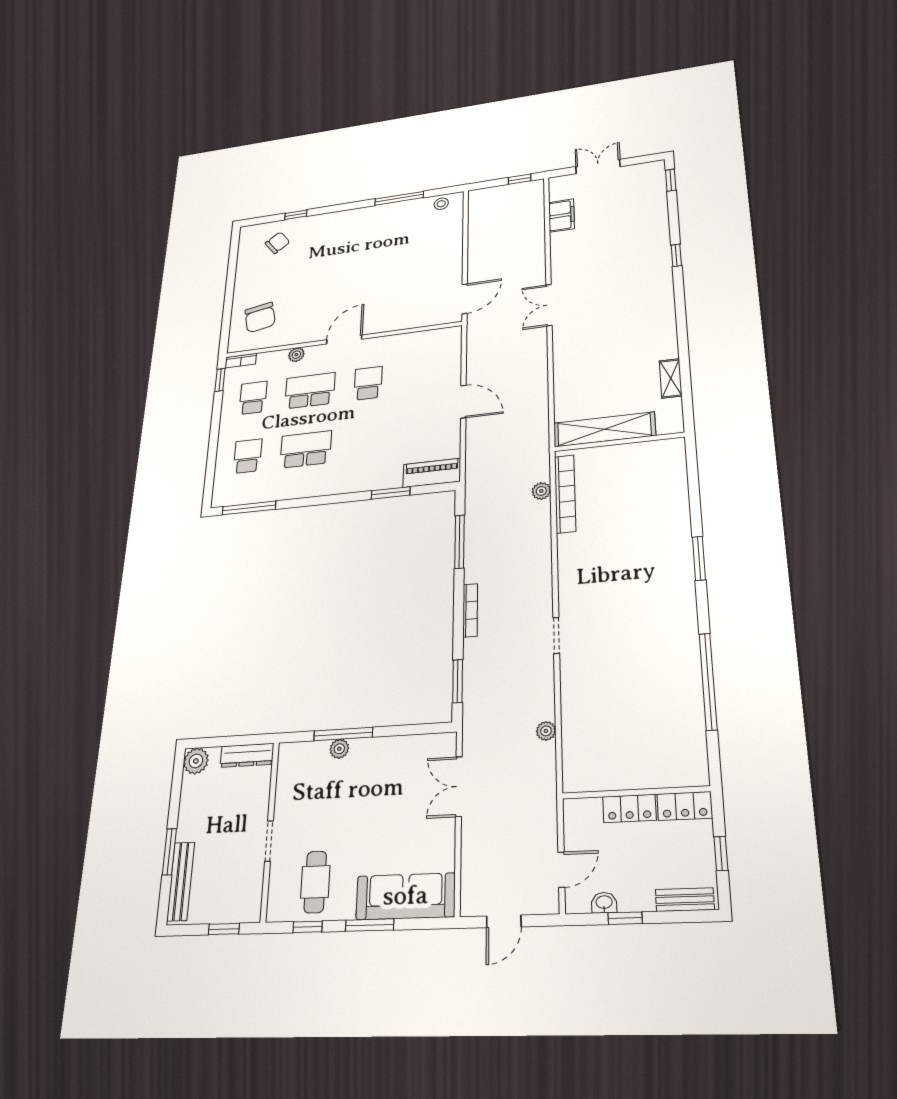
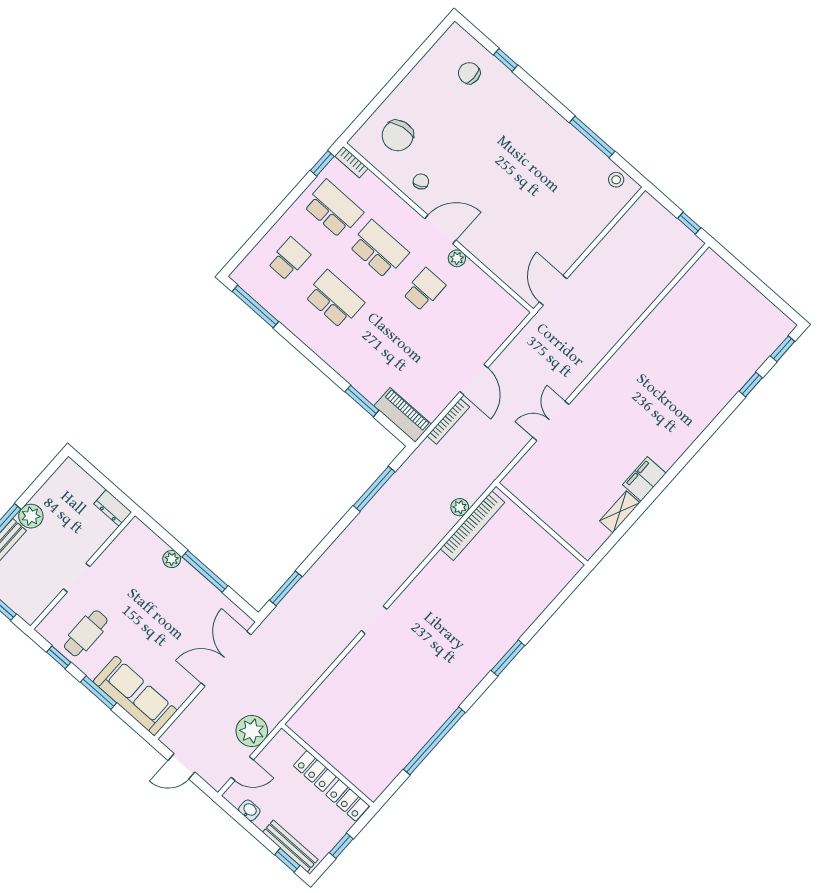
double door: (598, 167) -> (750, 277), removed
filing cabinet: (562, 216) -> (644, 479), moved, turned 180
chair: (277, 243) -> (469, 73), turned -143
window: (676, 255) -> (751, 385), moved
door: (465, 299) -> (553, 290), swing flipped
double door: (549, 305) -> (551, 421), moved
chair: (302, 327) -> (421, 181), added
plant: (296, 355) -> (457, 258), moved
school desk: (253, 398) -> (333, 209), width x1.85
shelving: (604, 429) -> (542, 504), removed
bookcase: (470, 610) -> (448, 421), moved
plant: (546, 731) -> (252, 731), moved, width x1.87, depth x1.87
window: (343, 734) -> (205, 571), moved
dresser: (247, 755) -> (113, 508), width x0.70
plant: (196, 761) -> (31, 516), moved
double door: (459, 787) -> (226, 659), width x1.37
bench: (685, 900) -> (290, 846), width x1.36
window: (625, 918) -> (287, 860), moved

